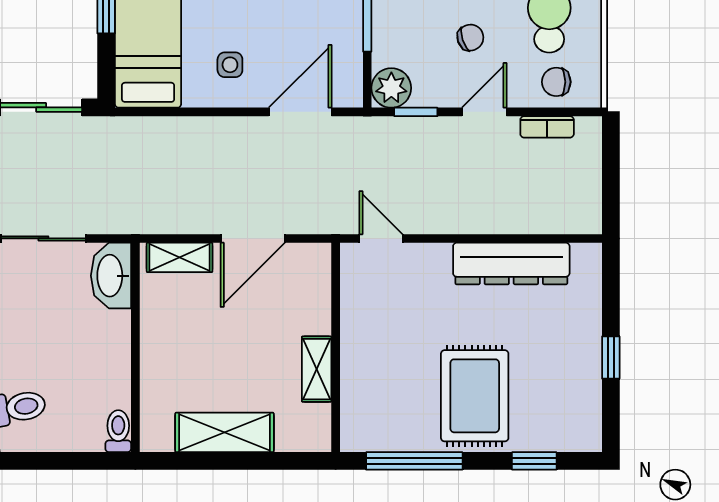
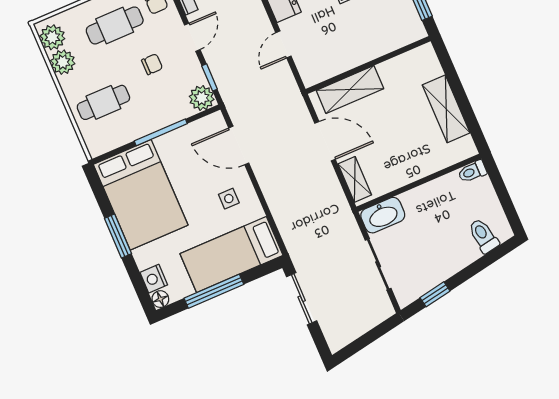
chair: (470, 38) -> (152, 64), turned 109
door: (484, 112) -> (192, 37), swing flipped
door: (381, 238) -> (283, 44), moved
shelving: (317, 369) -> (350, 89), moved, width x1.50, depth x1.33

